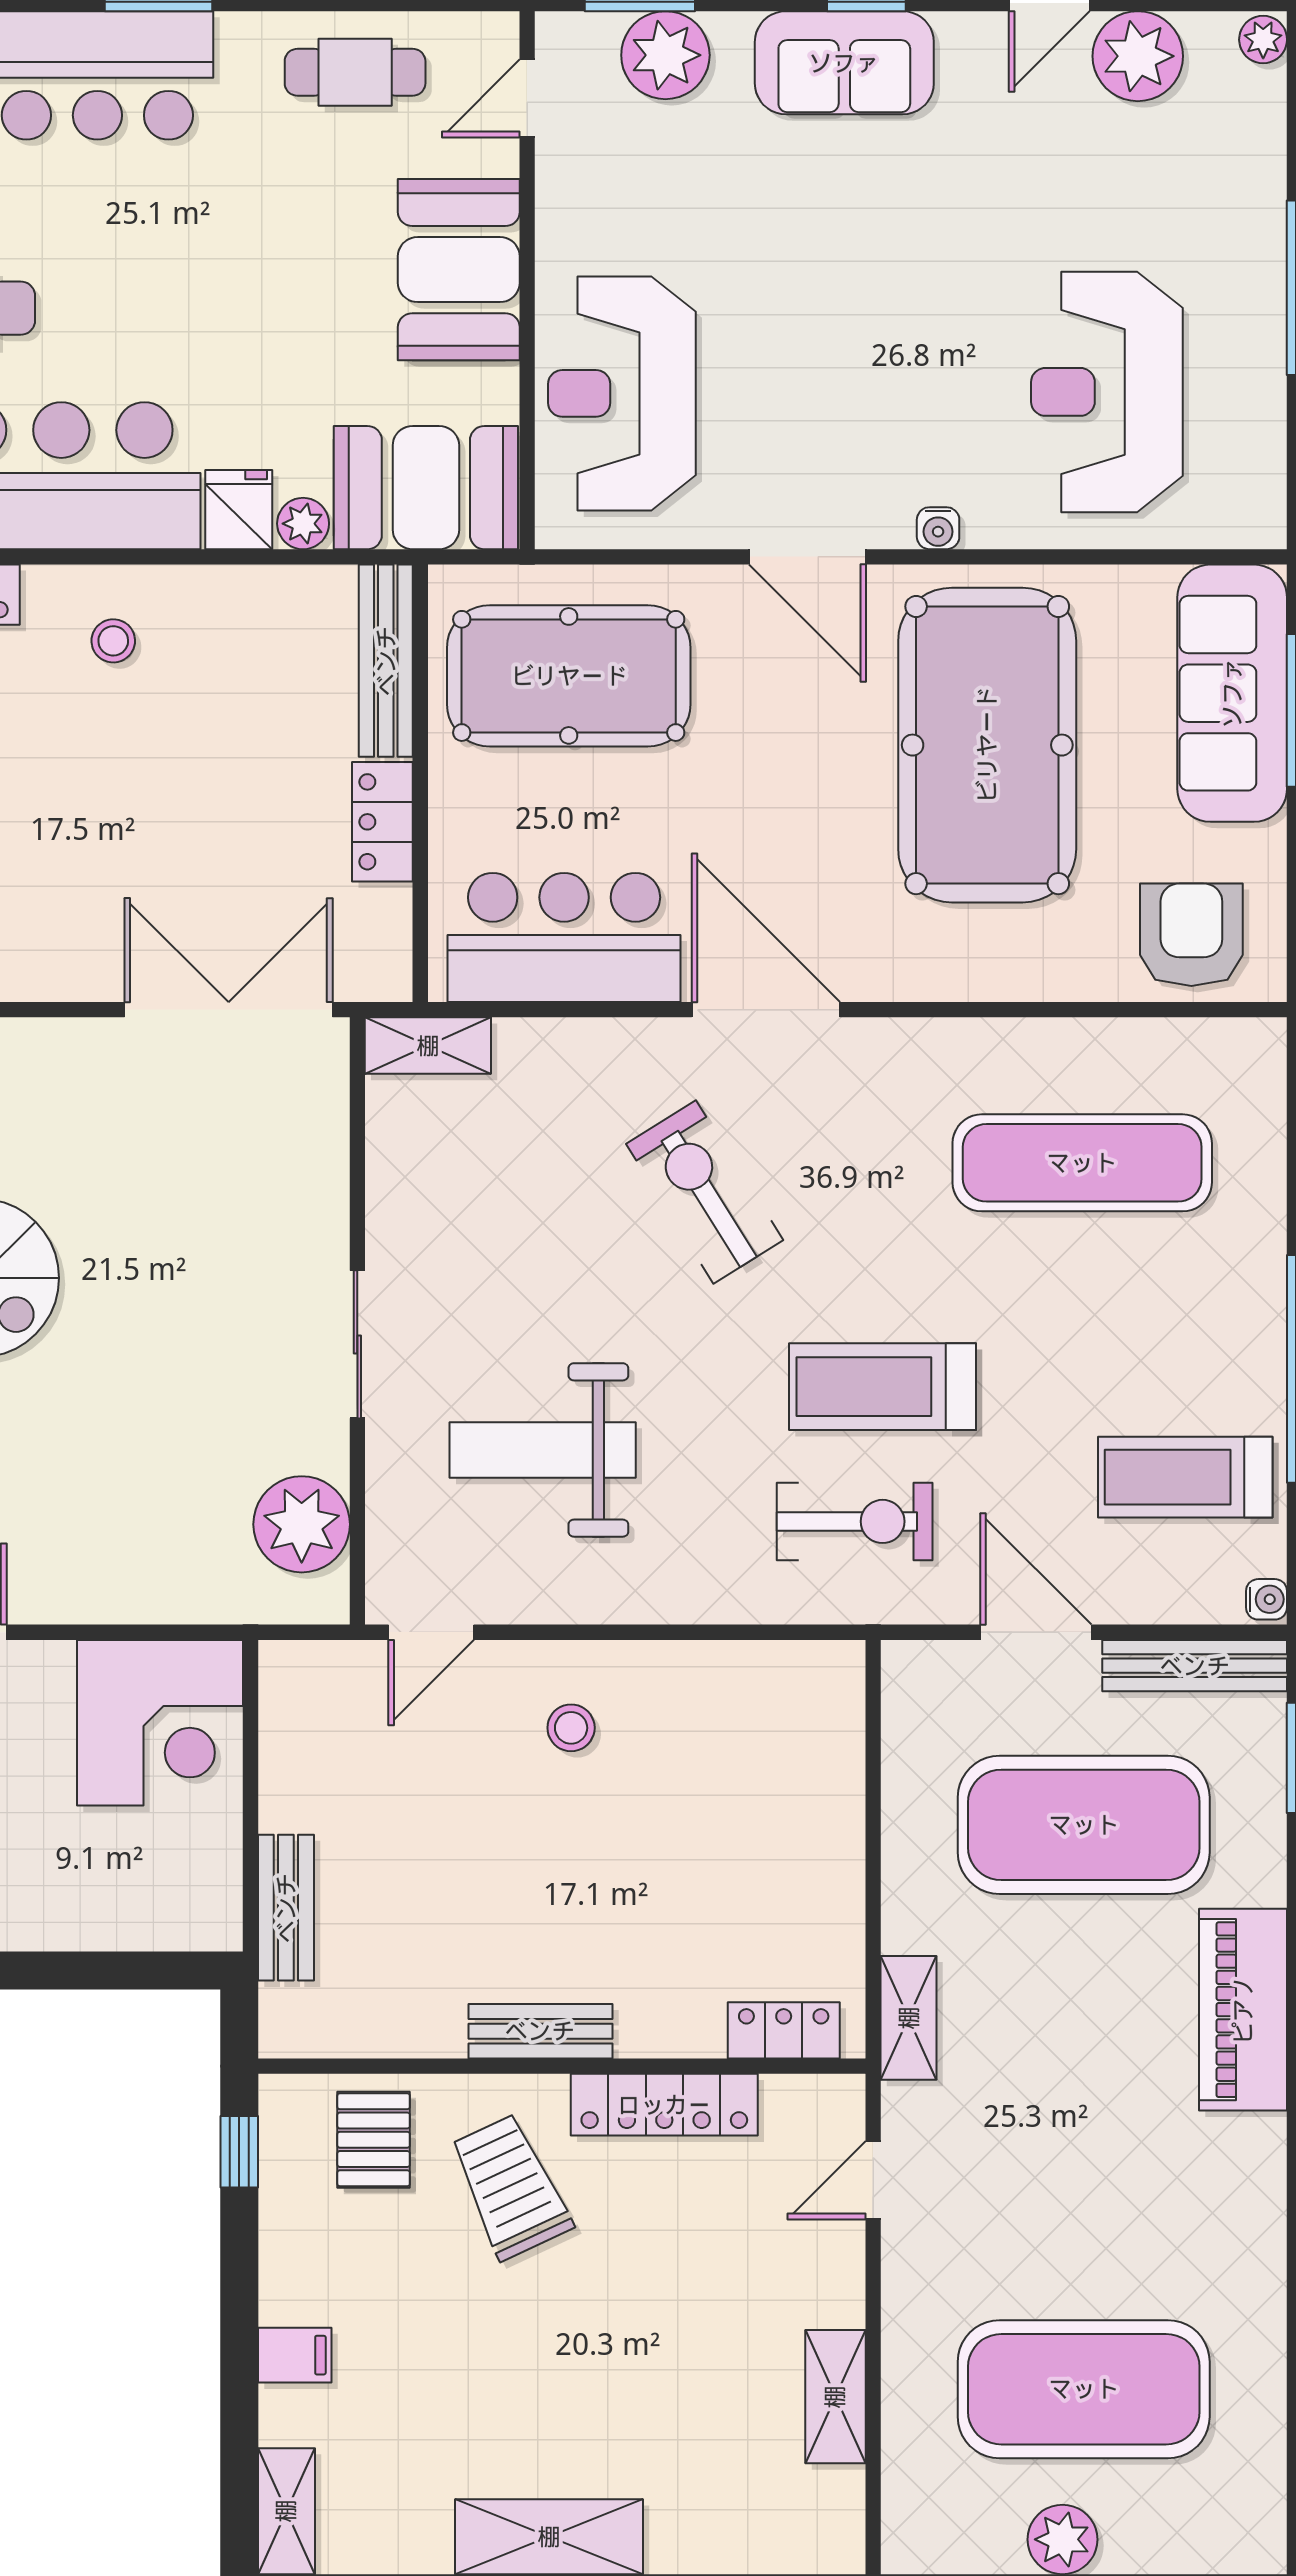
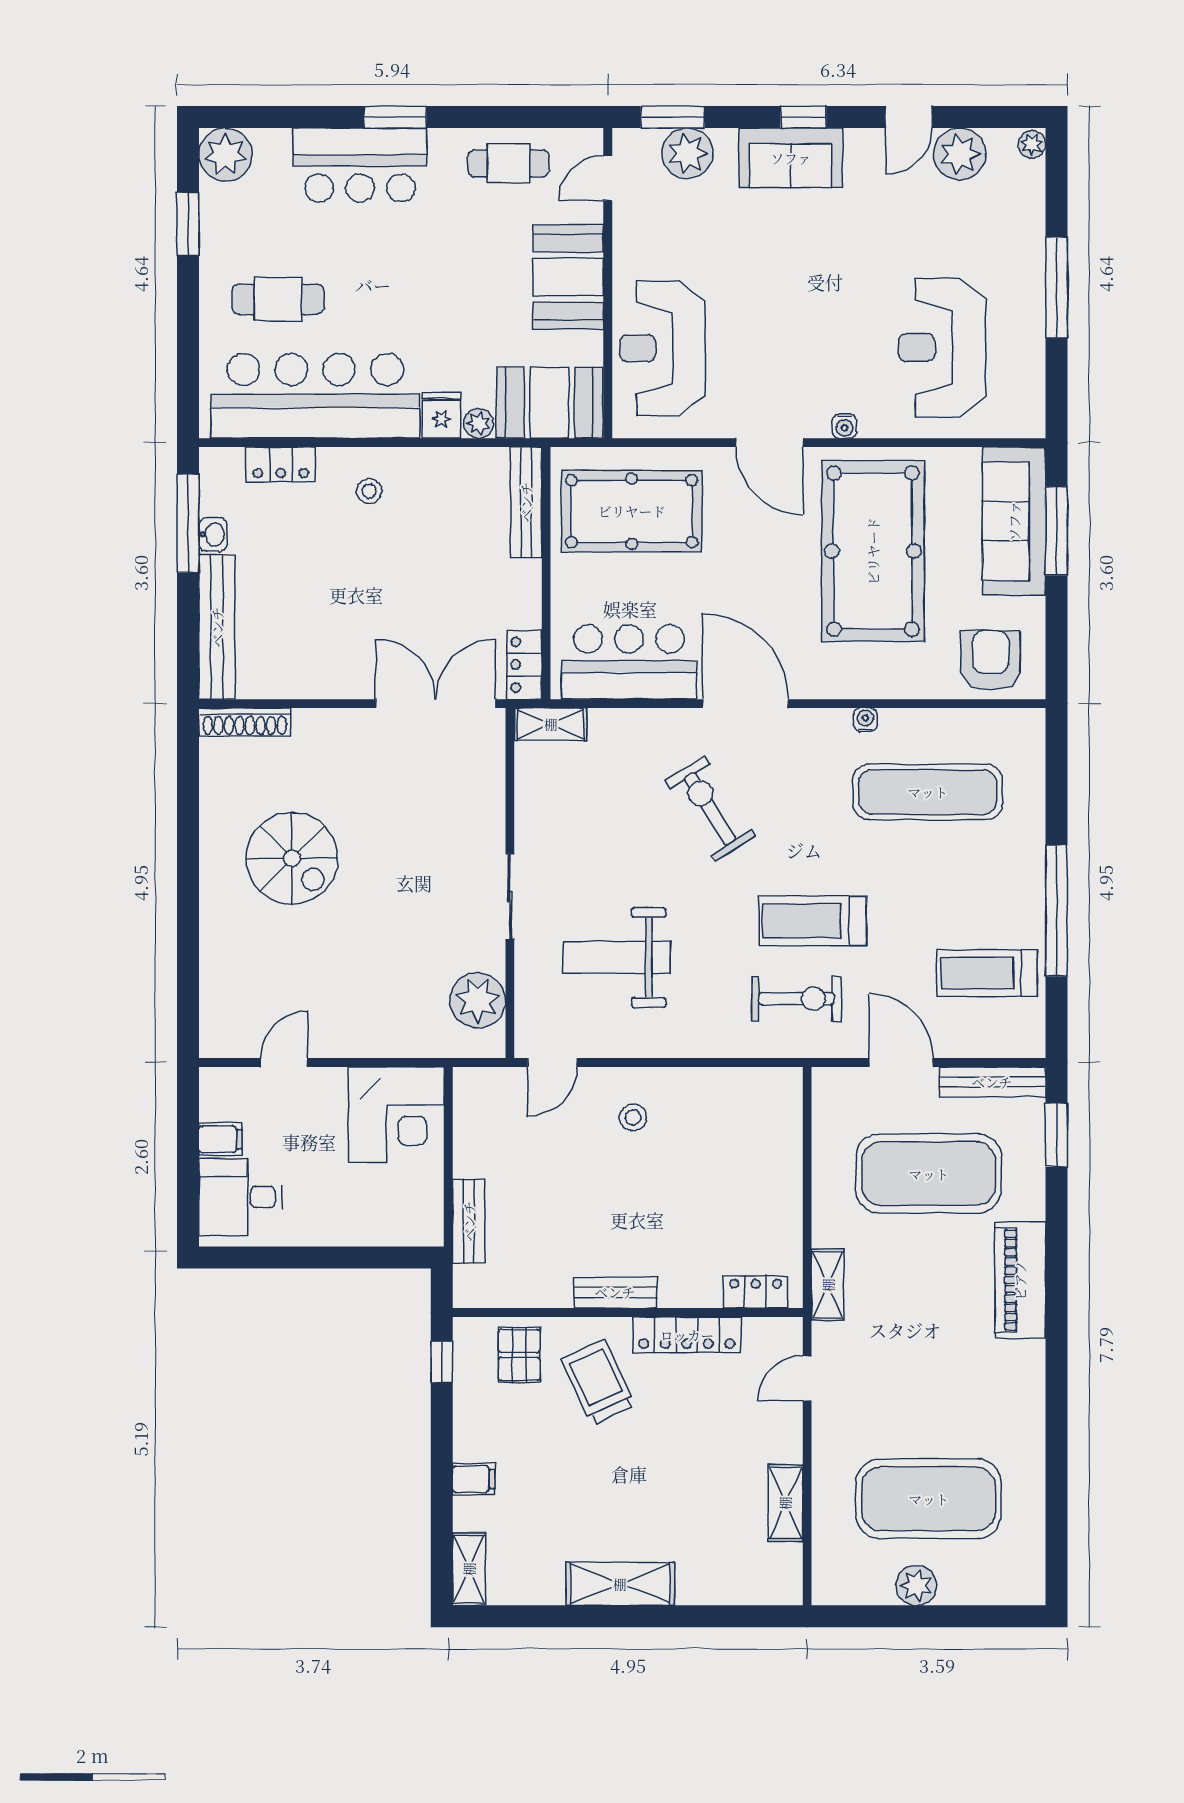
locker: (382, 822) -> (524, 665), moved
water cooler: (1266, 1599) -> (865, 720), moved, turned -90

